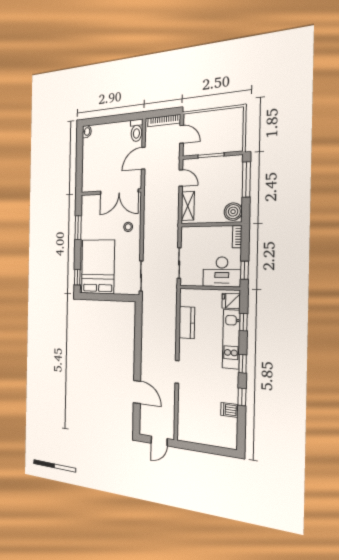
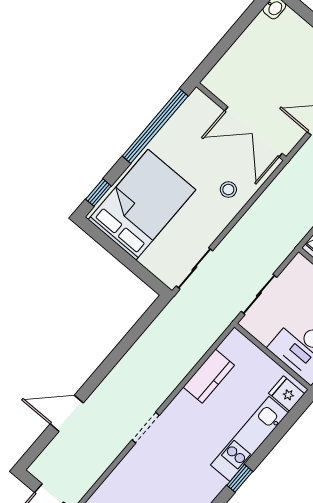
window: (78, 228) -> (155, 126), width x2.11
window: (243, 322) -> (281, 430), removed
door: (137, 392) -> (67, 413), swing flipped

